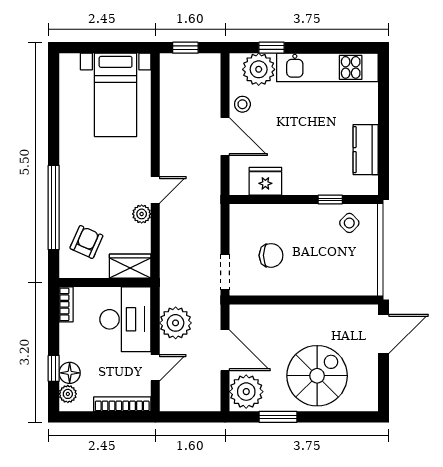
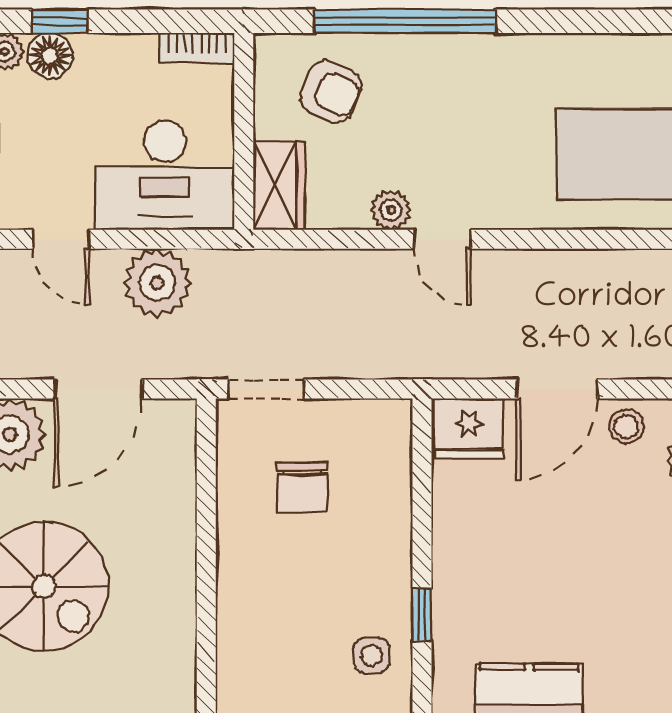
fridge: (265, 181) -> (469, 428), moved, turned 90
side table: (349, 223) -> (372, 656), turned 45

